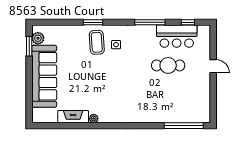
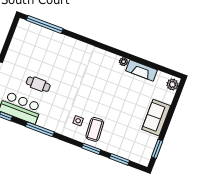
window: (62, 22) -> (119, 159), added
plant: (38, 38) -> (172, 84), moved
cafe table: (168, 65) -> (38, 84), width x0.73, depth x0.74
sofa: (44, 76) -> (156, 118), width x0.54, depth x0.79

